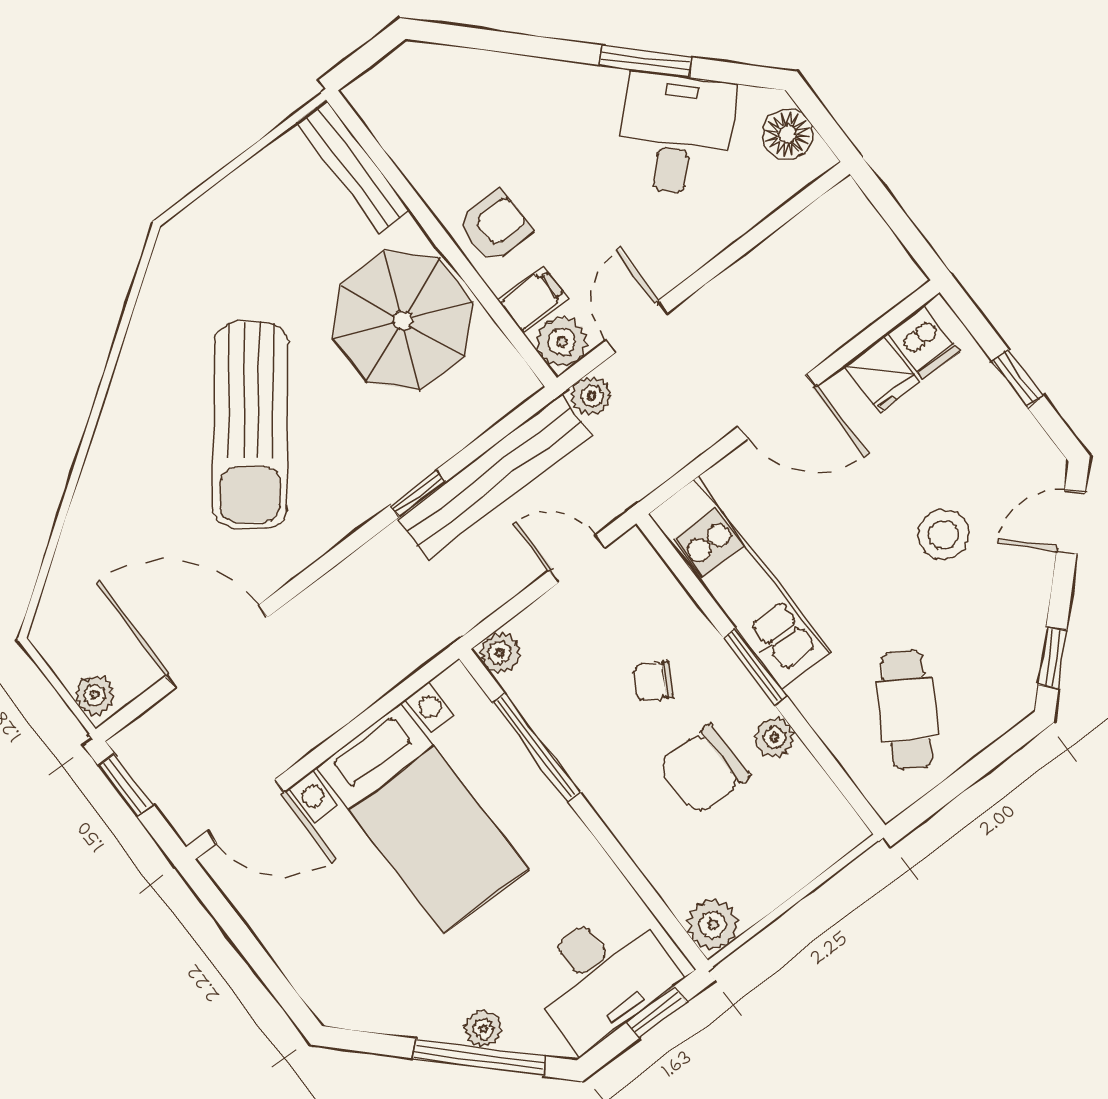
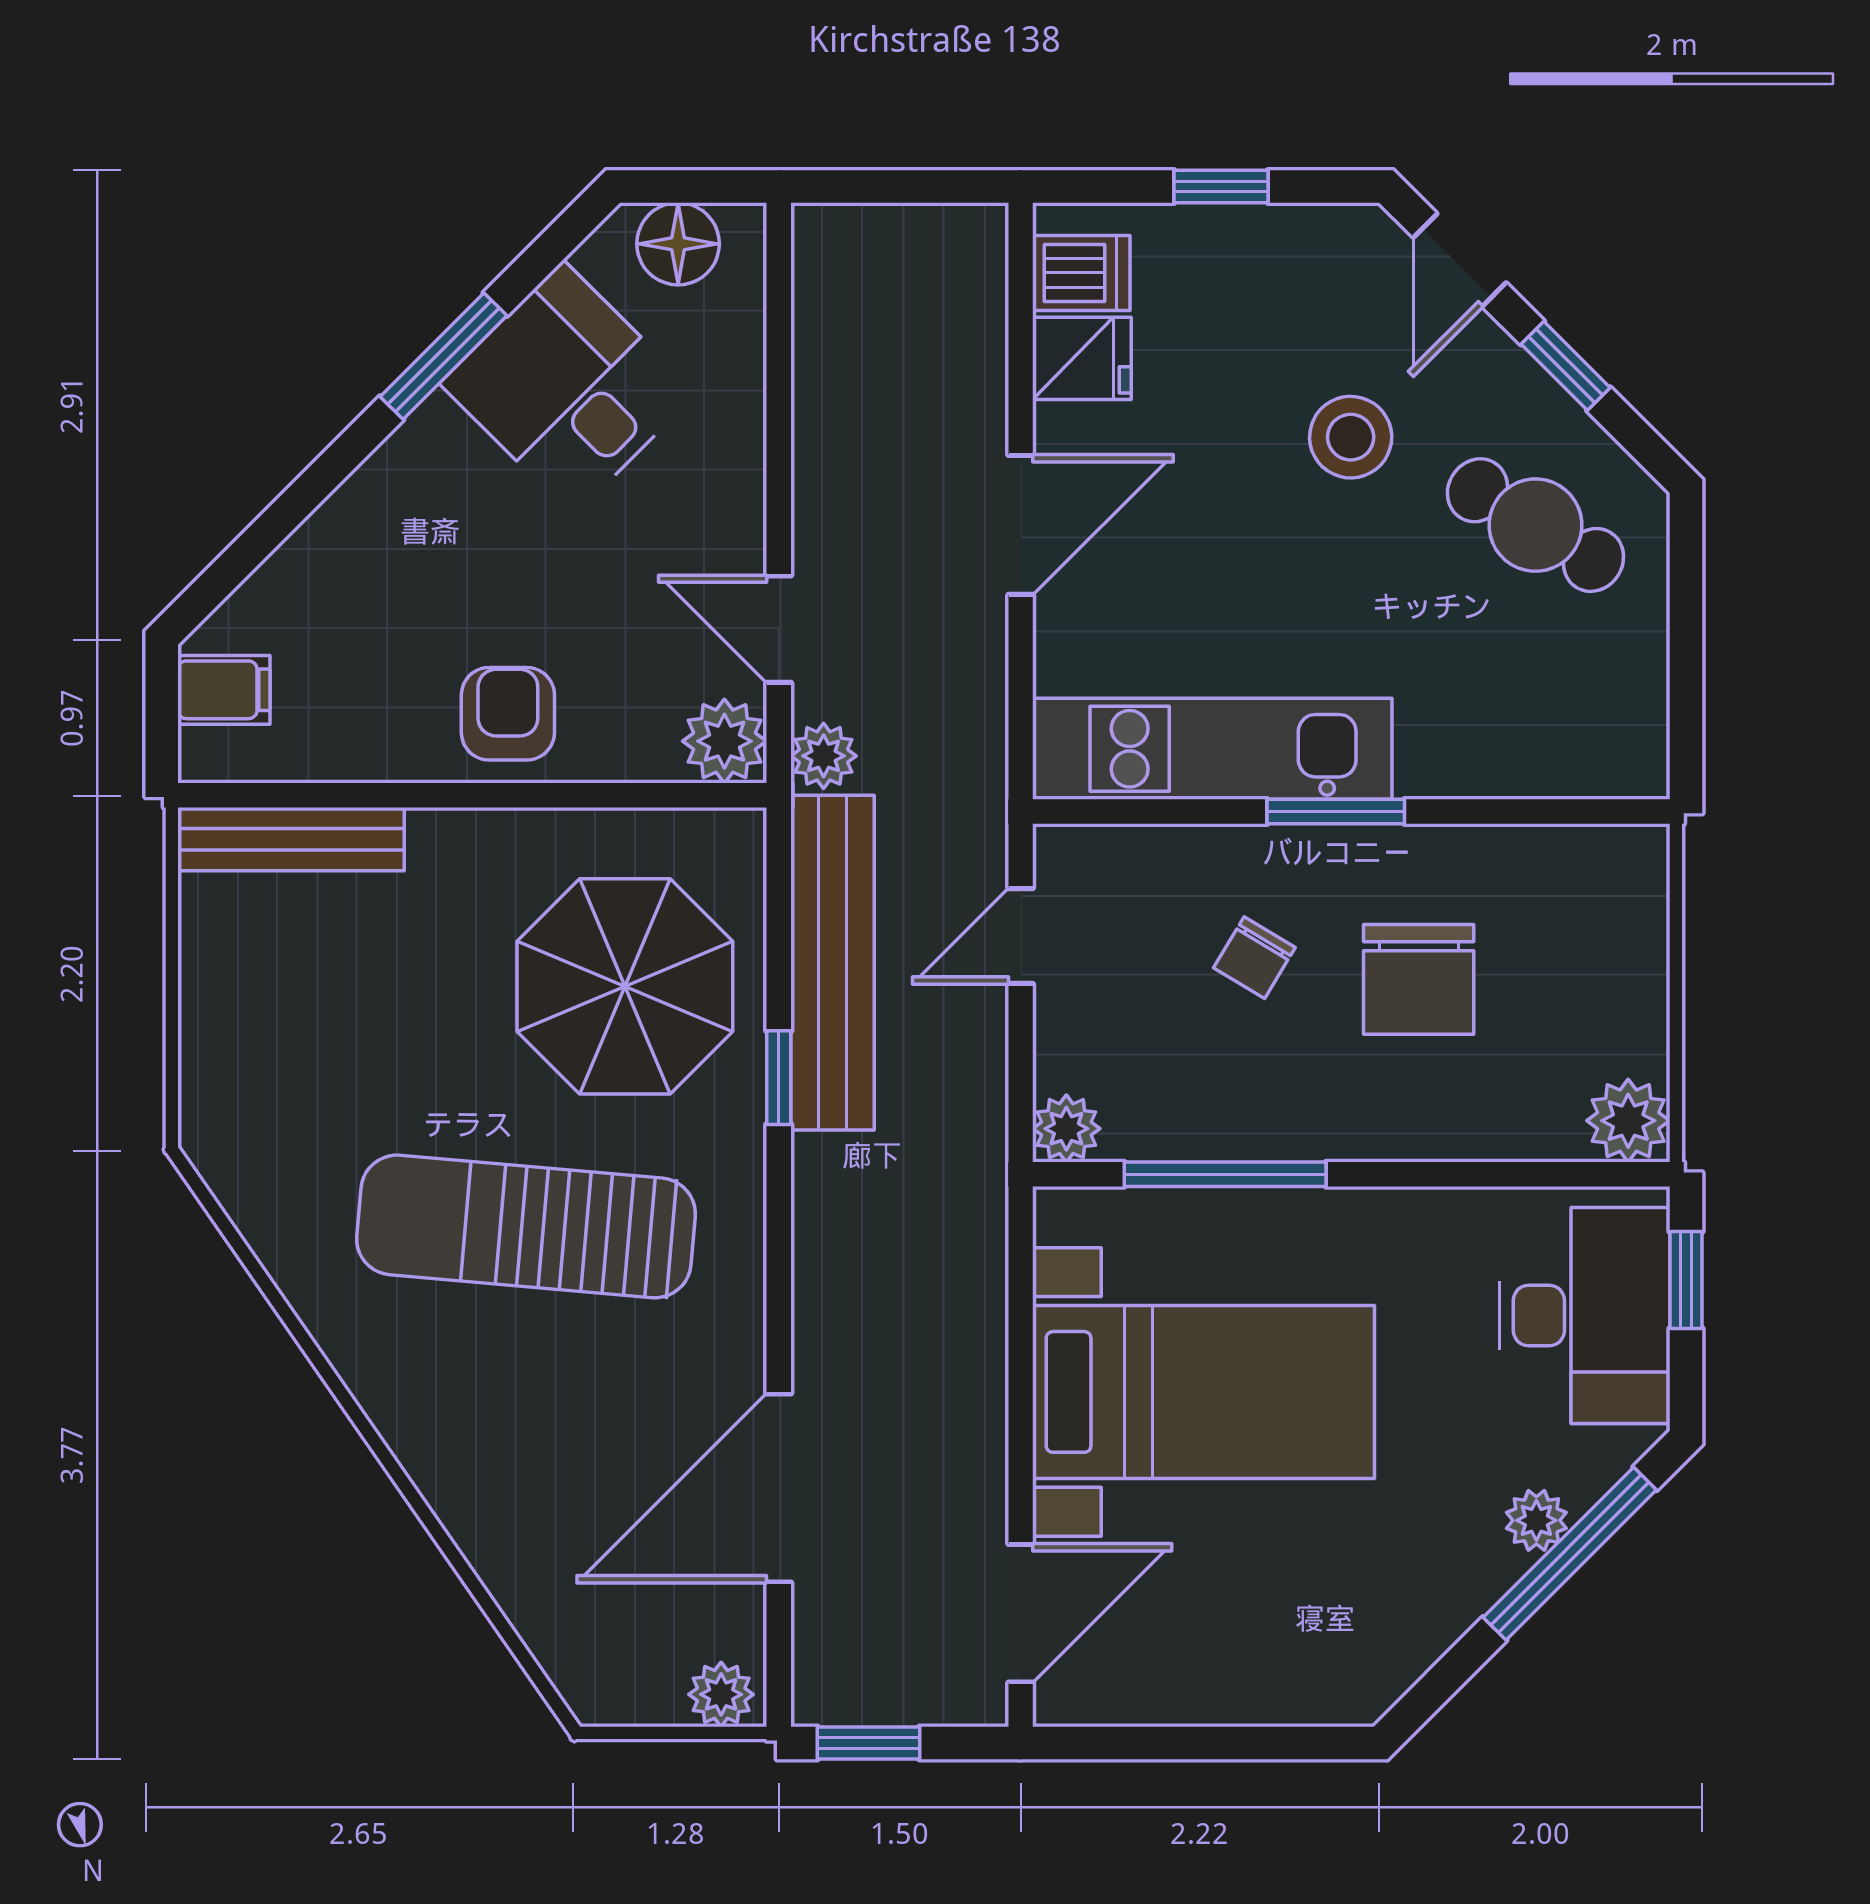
filing cabinet: (533, 300) -> (224, 690), moved, turned 90
parasol: (403, 320) -> (625, 986), moved
sun lounger: (251, 425) -> (526, 1226), turned 147
window: (1052, 658) -> (1566, 366), moved
cafe table: (907, 710) -> (1535, 525), moved
plant: (774, 738) -> (1447, 856), removed

